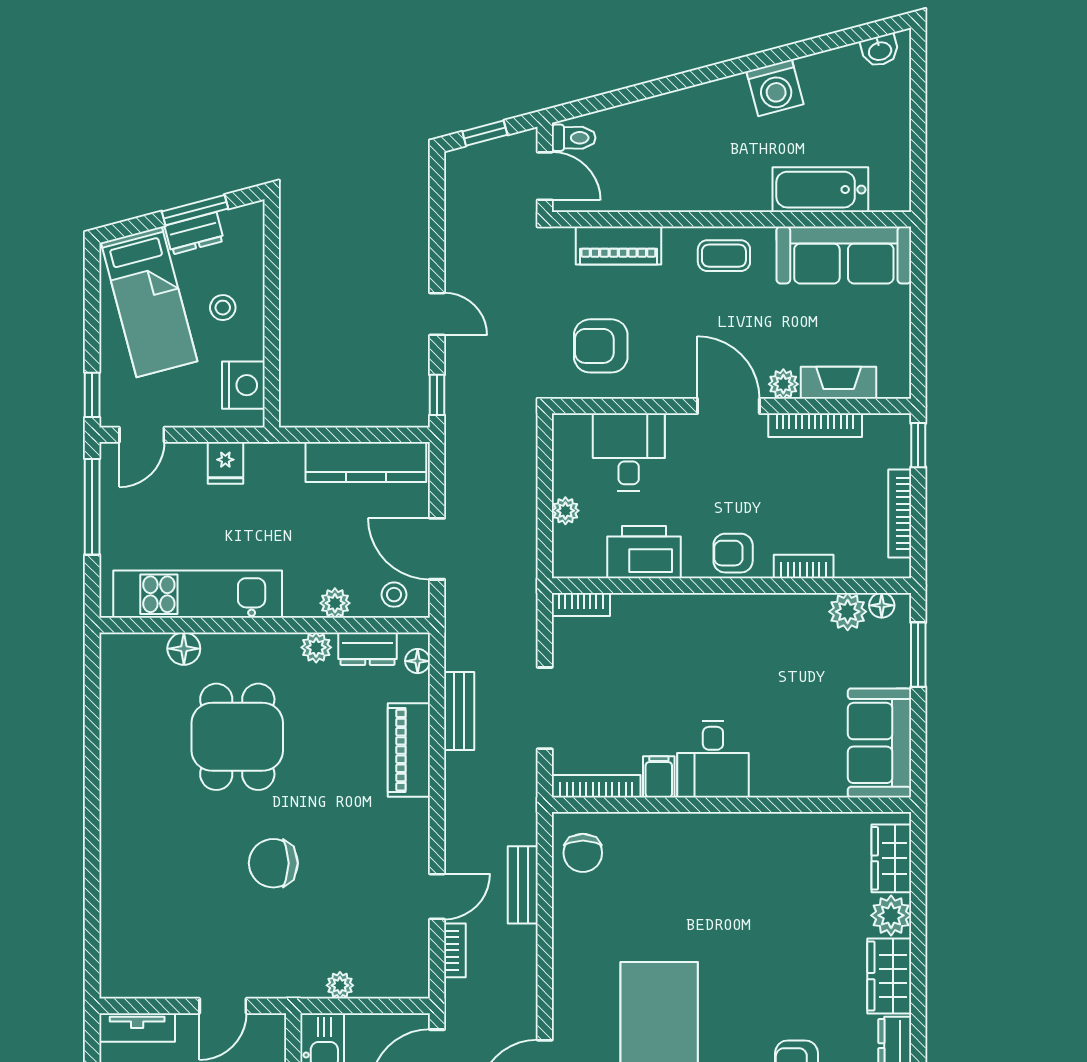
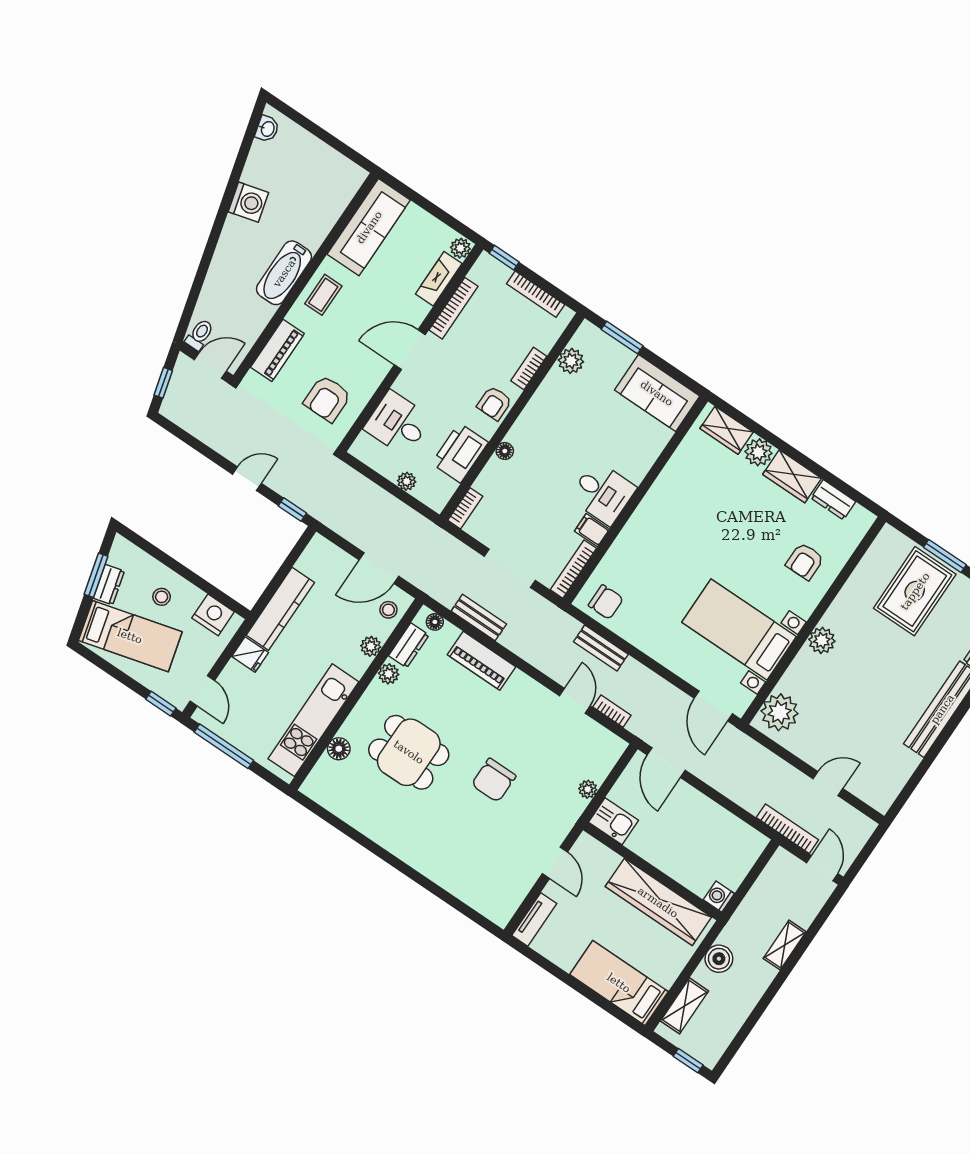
bathtub: (820, 190) -> (284, 273), moved
plant: (783, 384) -> (460, 248), moved
kitchen counter: (366, 462) -> (280, 609), moved
floor lamp: (882, 605) -> (505, 451), moved

